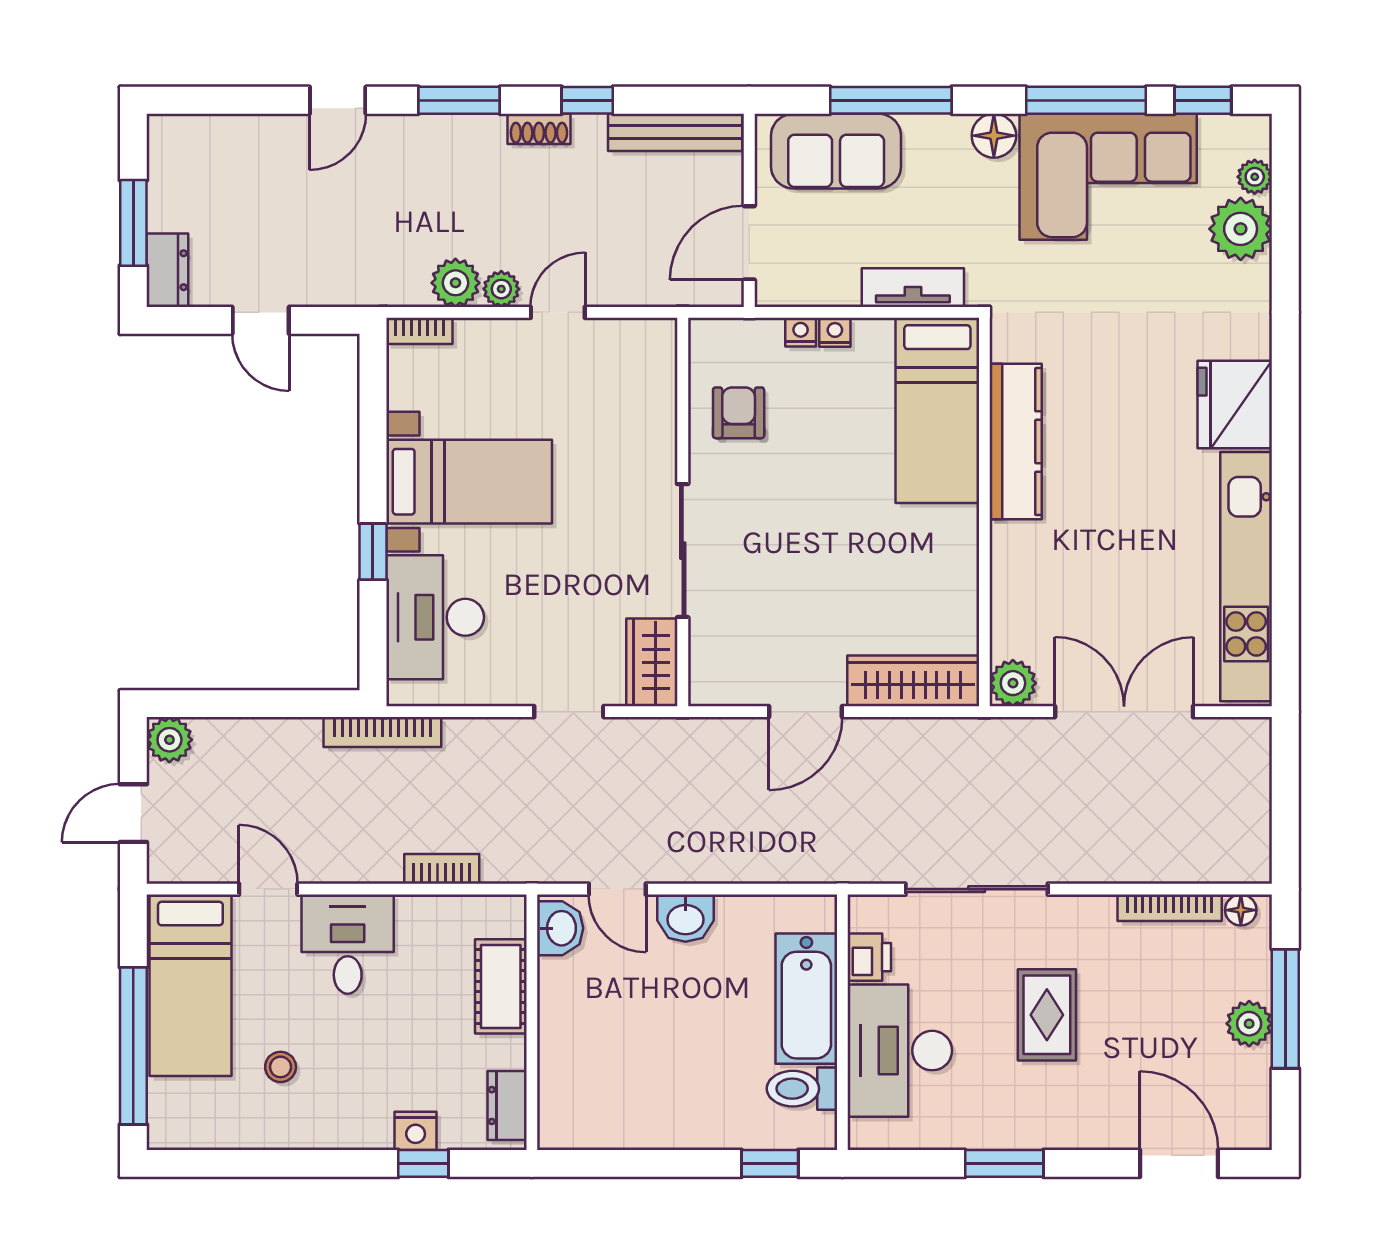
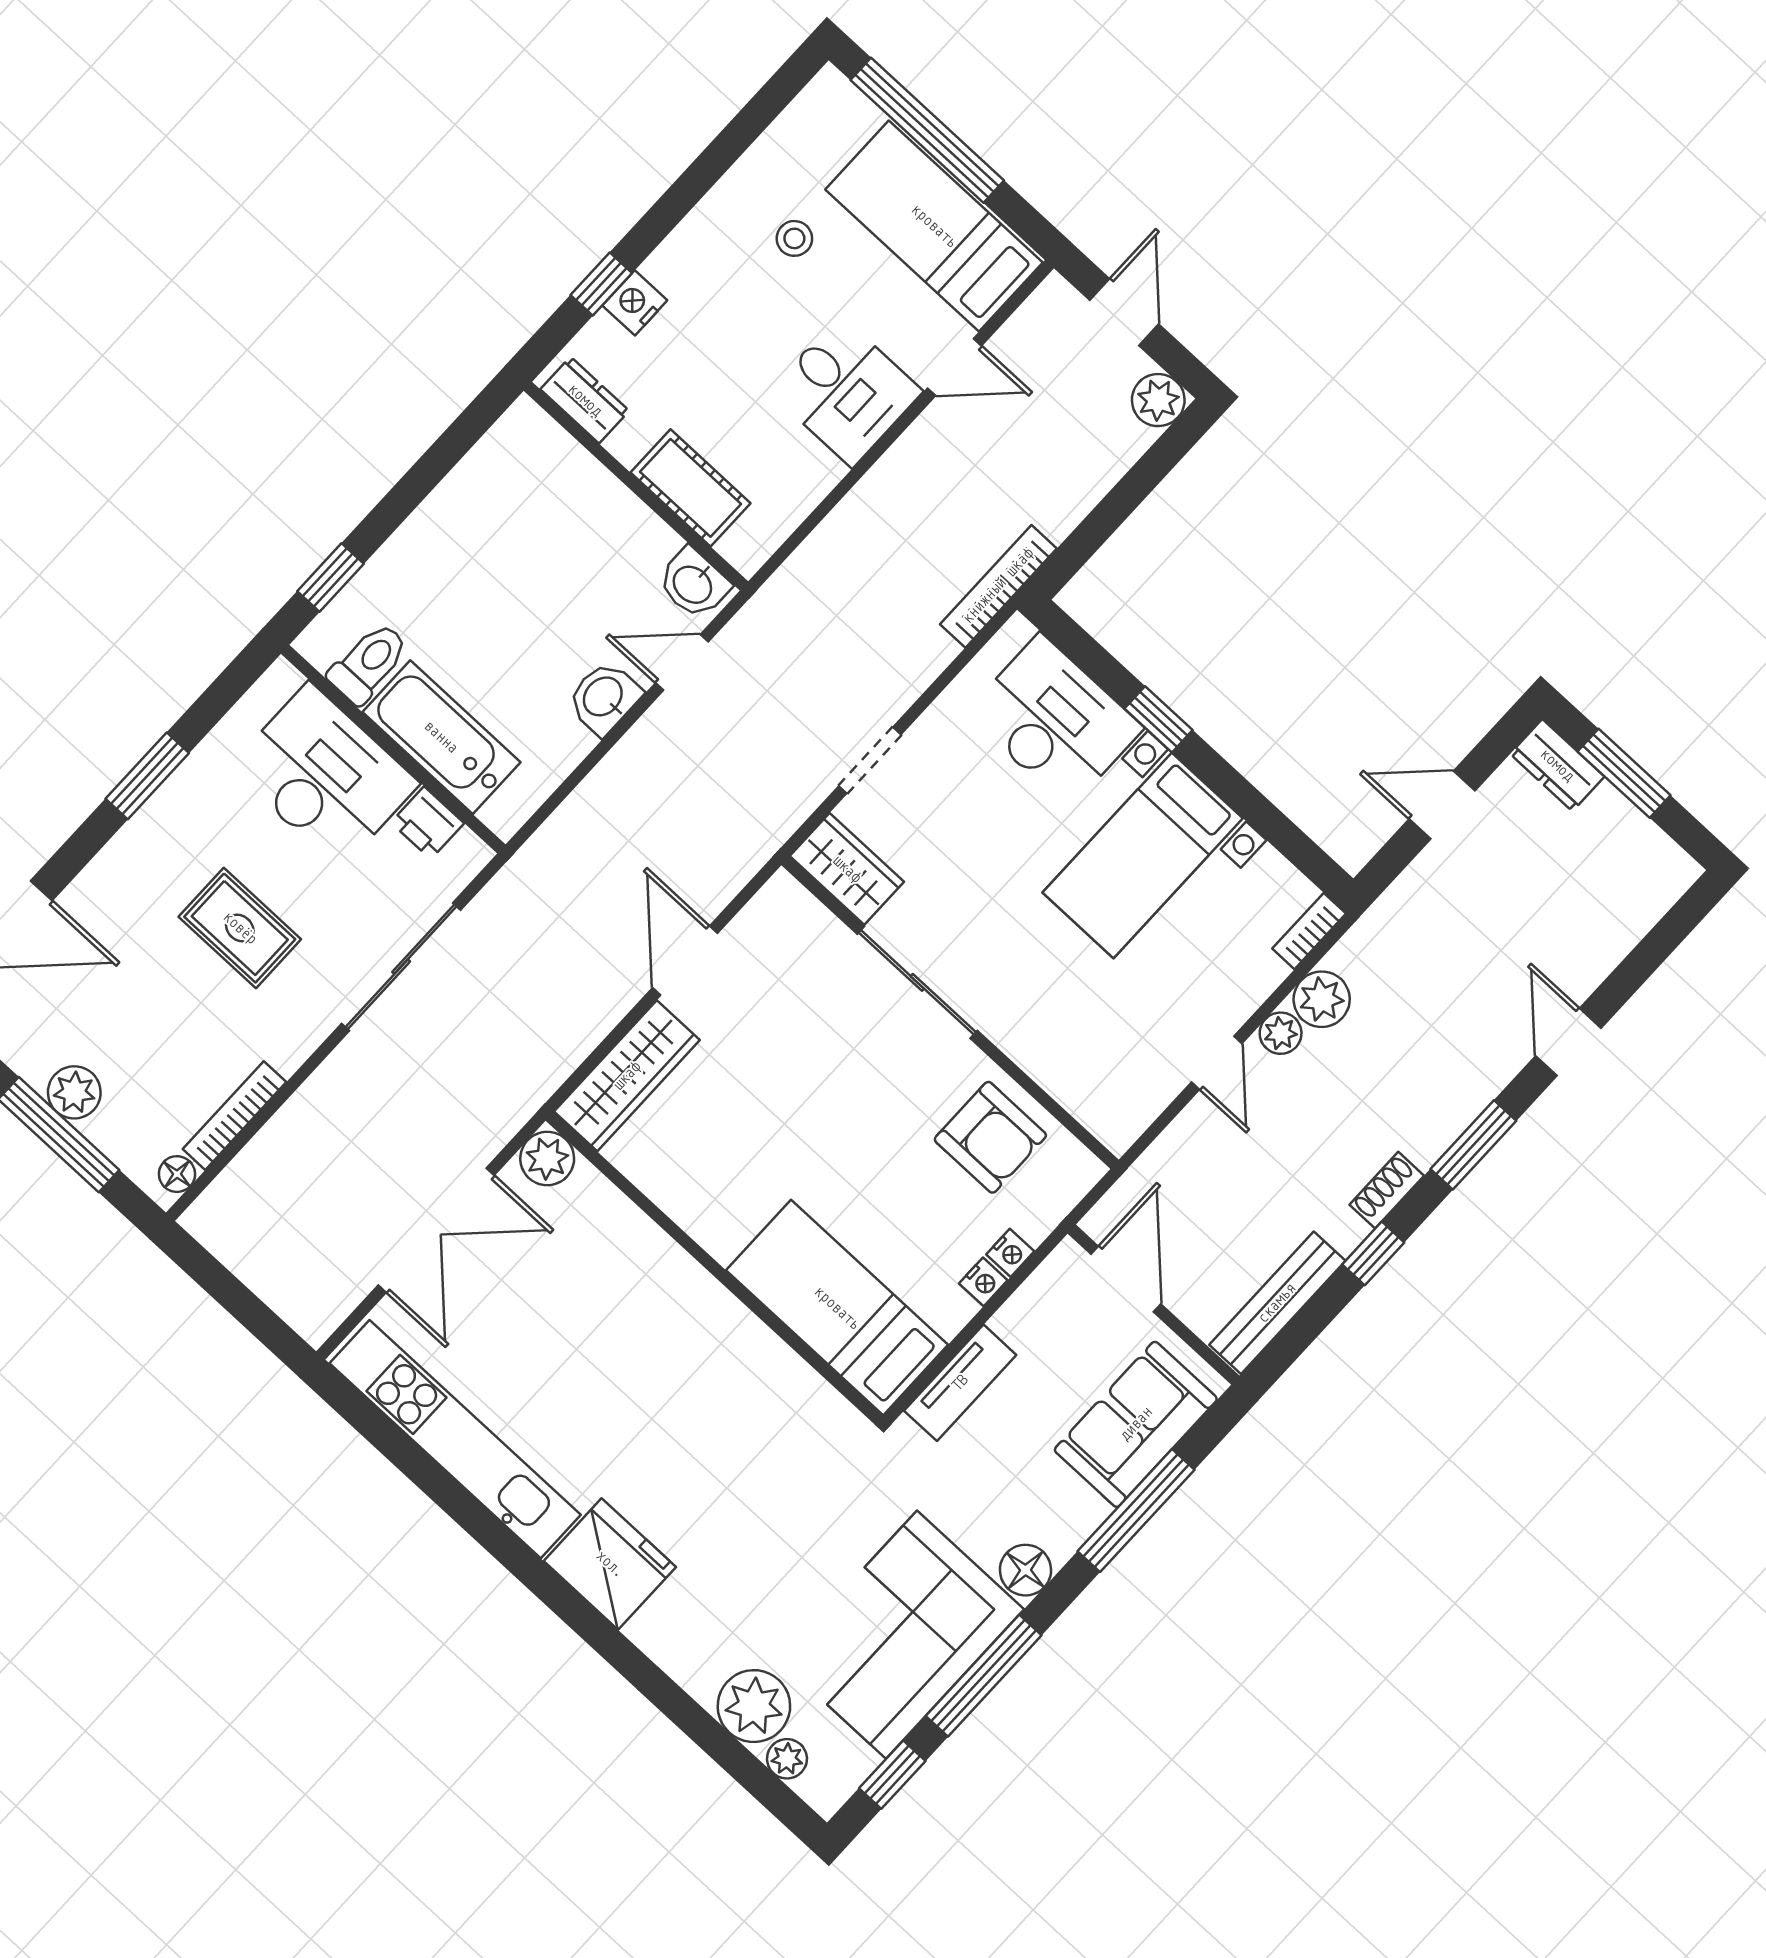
armchair: (739, 413) -> (990, 1137), width x1.38, depth x1.38
kitchen counter: (1016, 442) -> (750, 1350), removed
bookcase: (442, 869) -> (836, 530), removed

